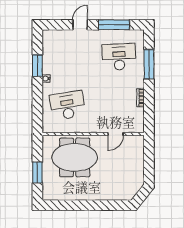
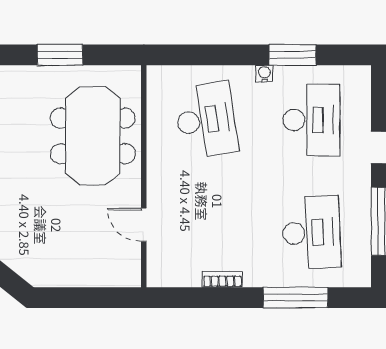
desk: (67, 57) -> (311, 120), added

